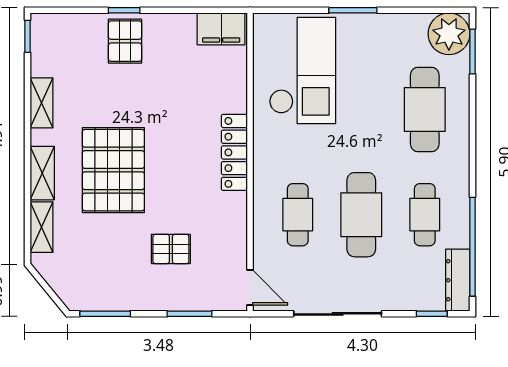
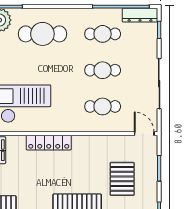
locker: (234, 152) -> (49, 143), moved
cafe table: (361, 215) -> (103, 70), width x0.73, depth x0.74
pallet: (171, 249) -> (122, 179), width x1.50, depth x1.42
door: (250, 287) -> (144, 134), hinge flipped

